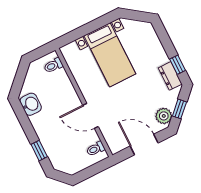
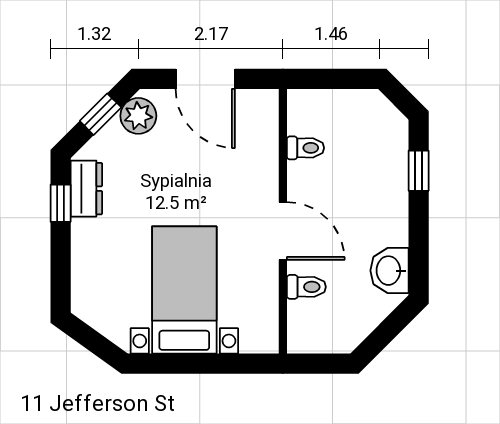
toilet: (53, 65) -> (306, 287), moved
door: (91, 116) -> (283, 231), moved
toilet: (96, 149) -> (306, 148), moved

